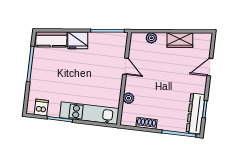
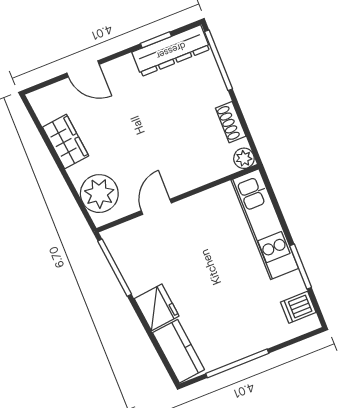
plant: (151, 38) -> (99, 194), width x1.87, depth x1.87
plant: (129, 98) -> (244, 158), moved

